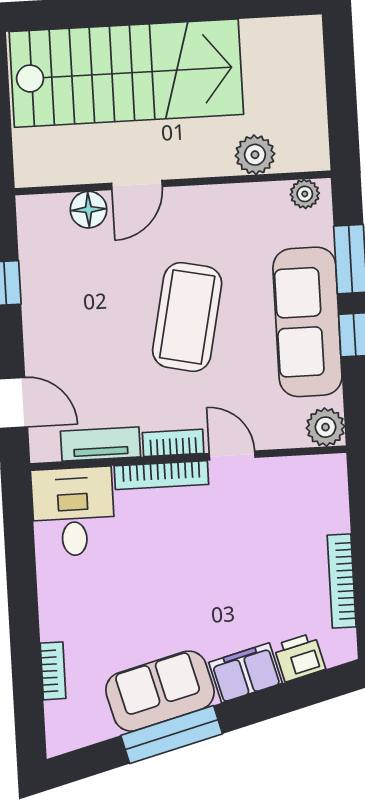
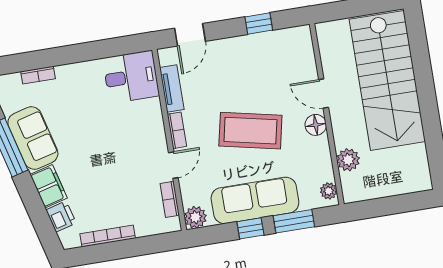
floor lamp: (89, 210) -> (316, 125), moved
bookcase: (161, 475) -> (170, 199), moved, width x0.64

